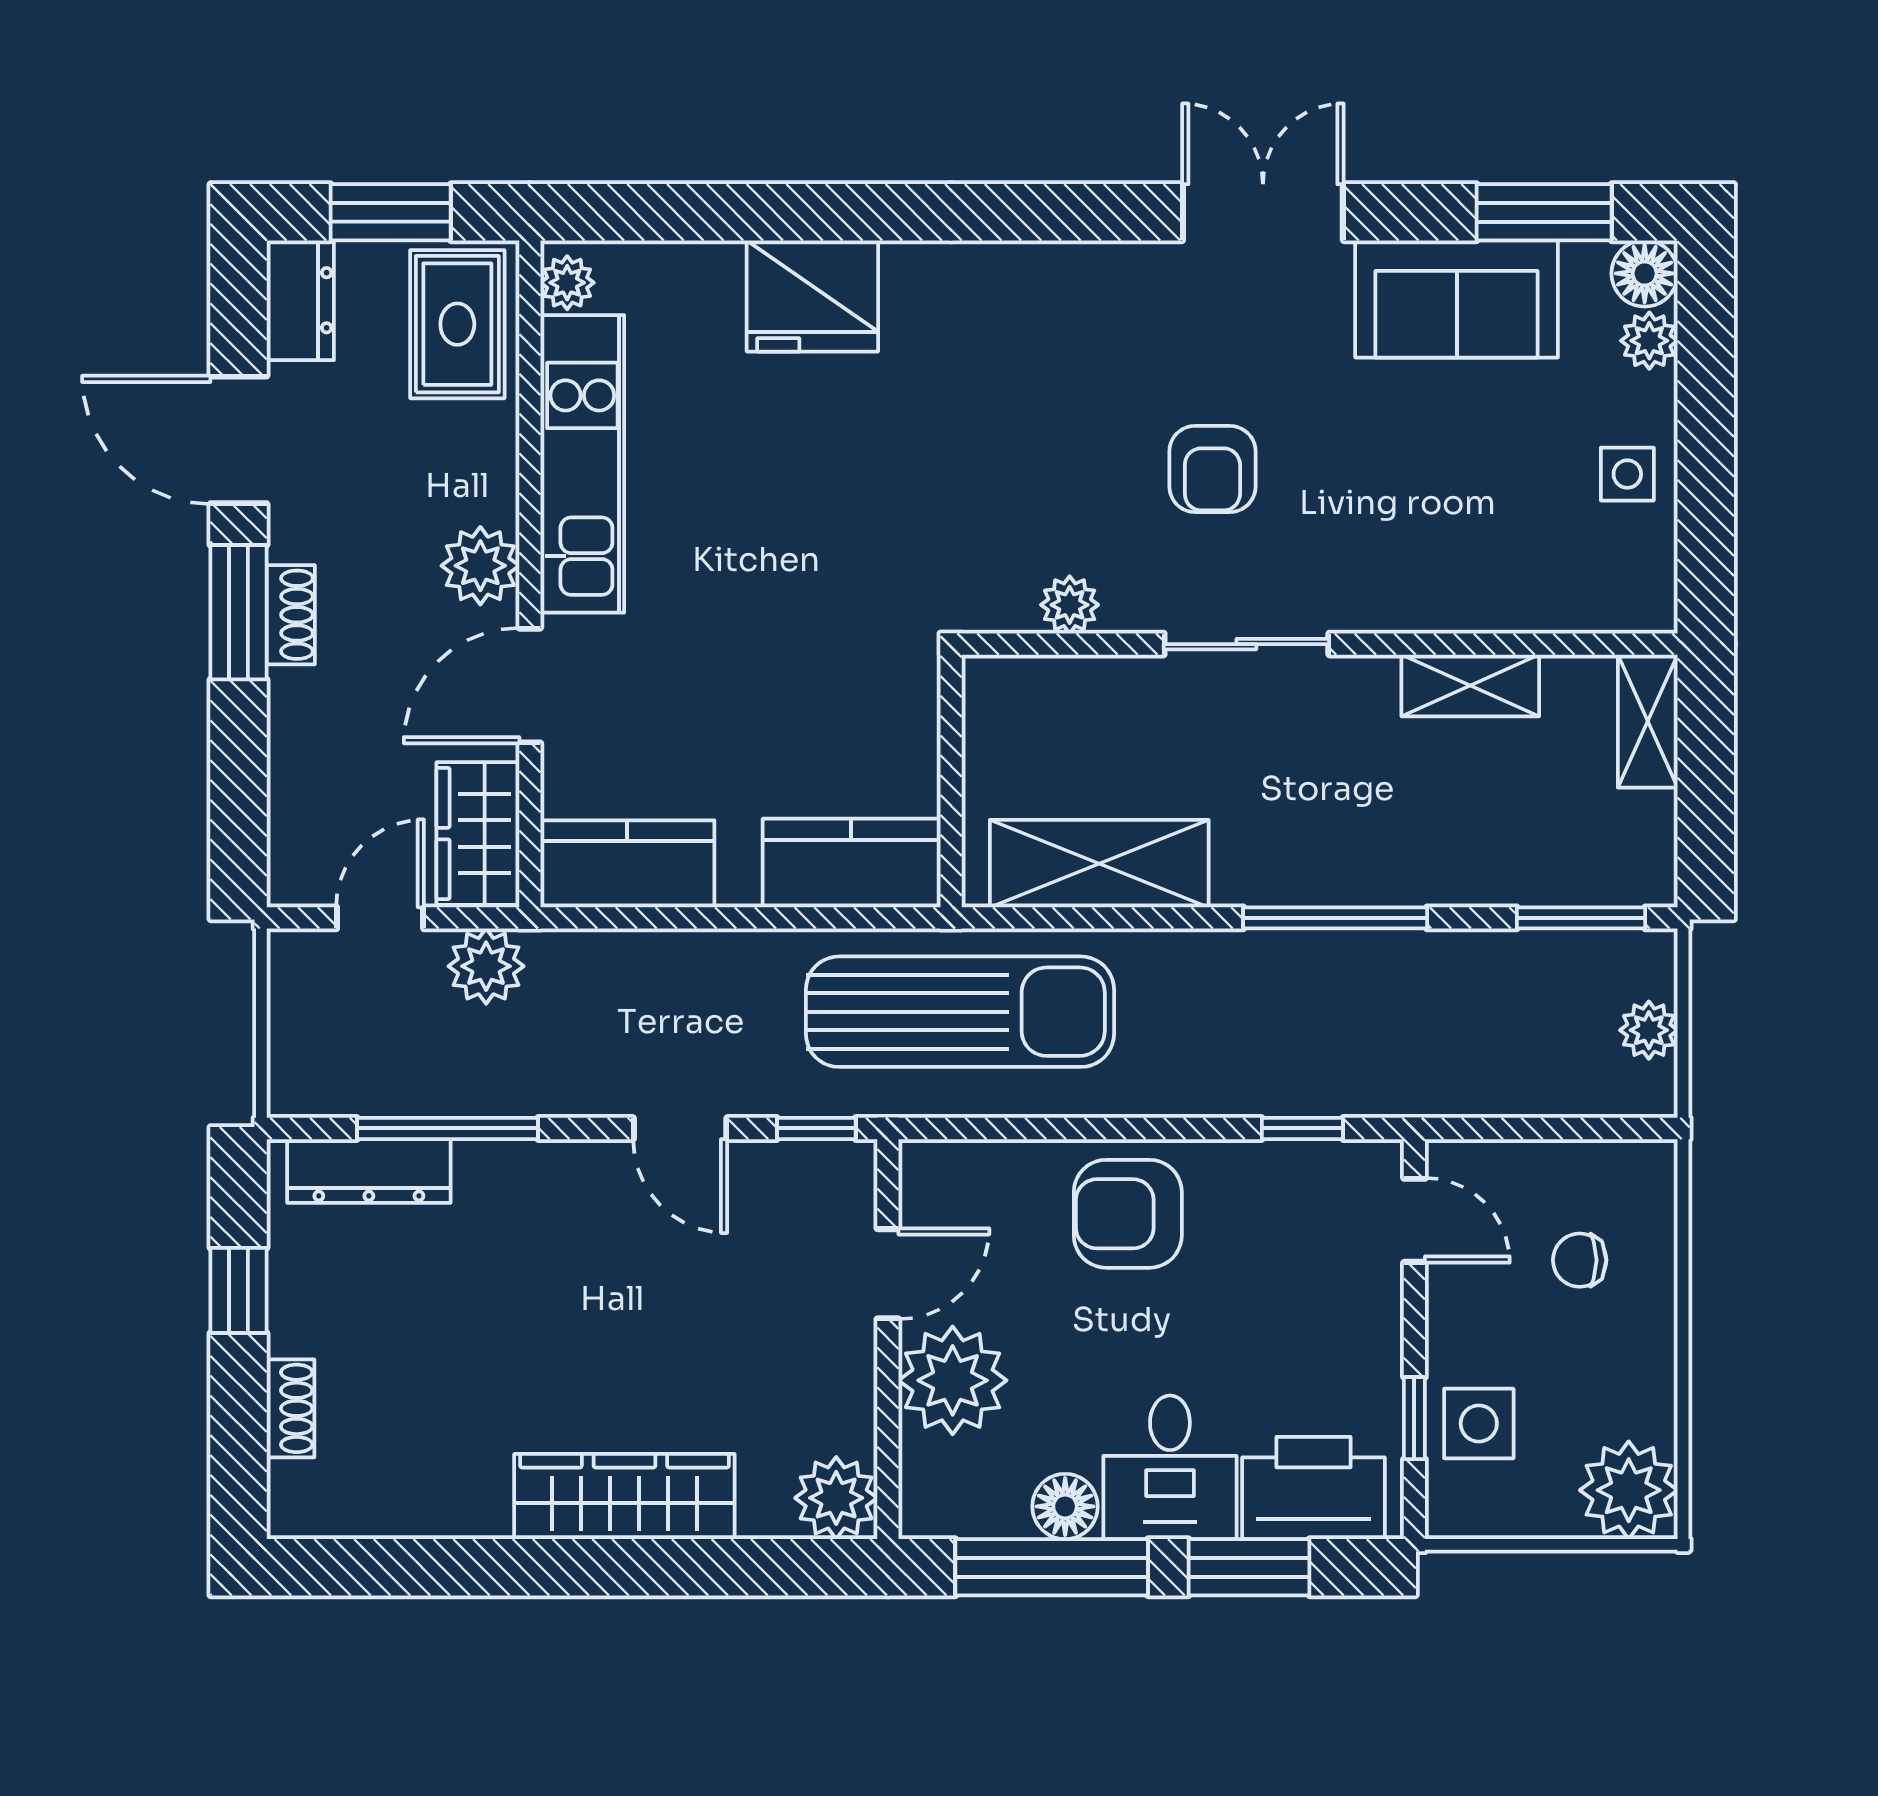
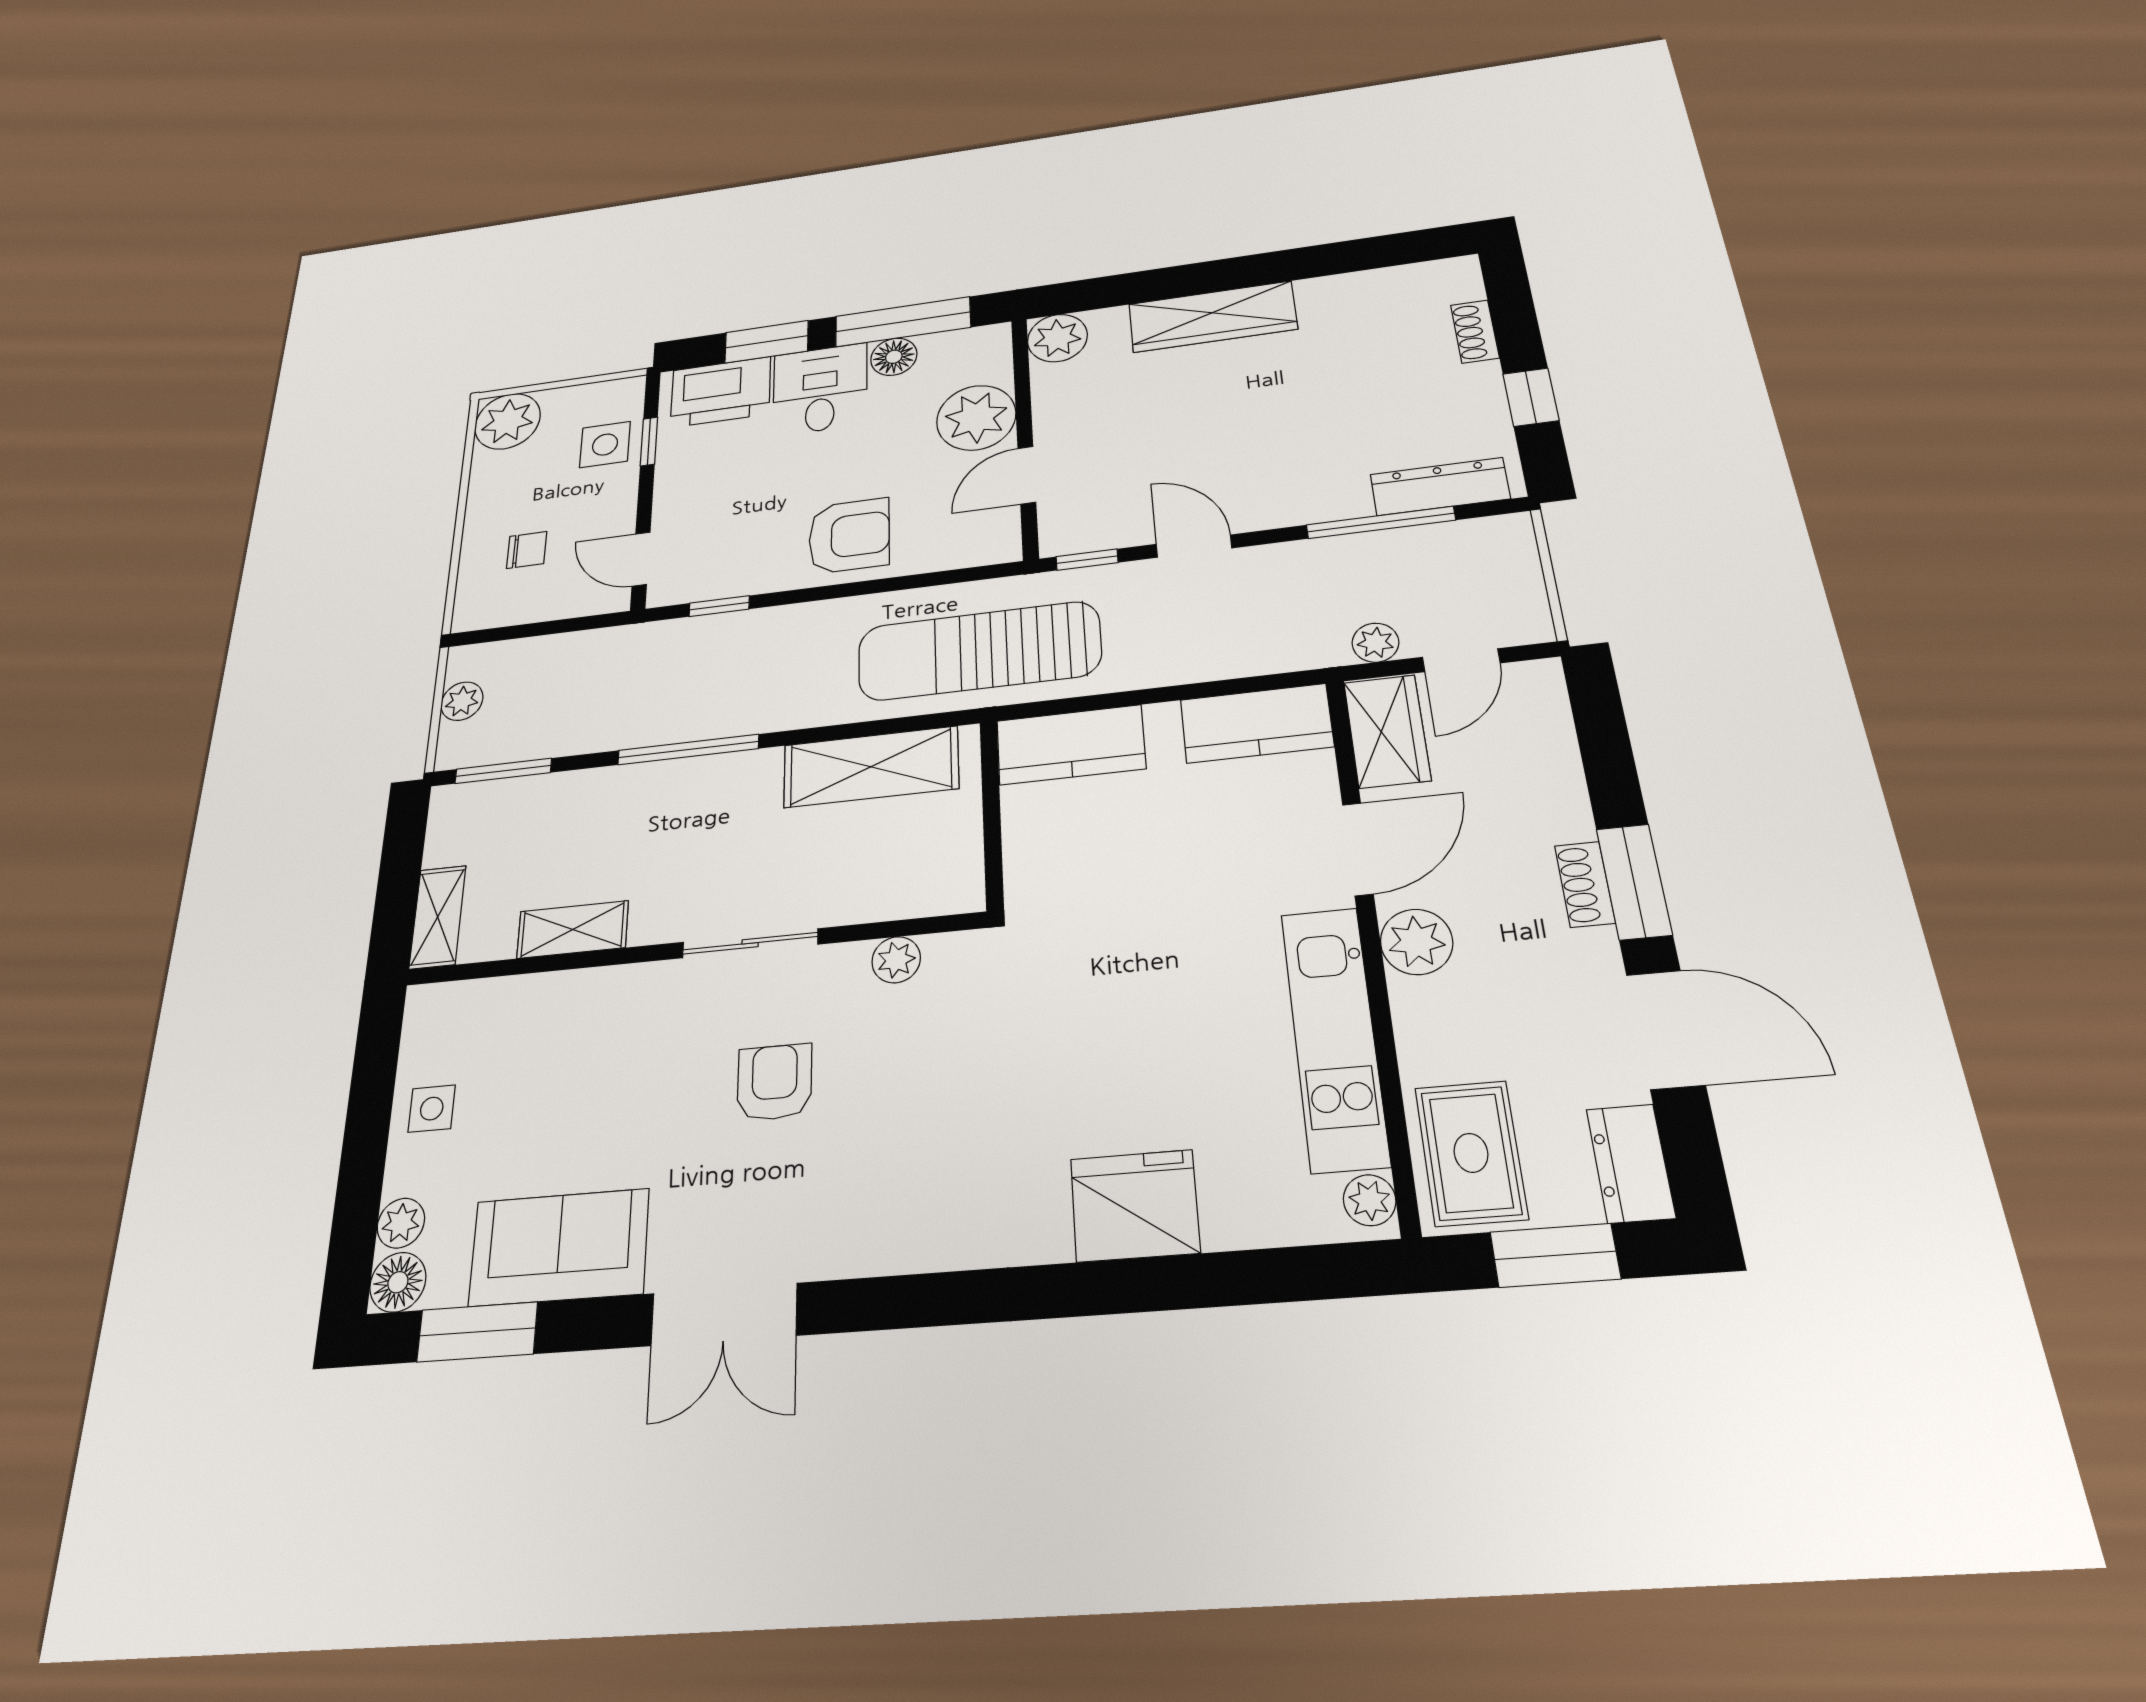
plant: (486, 966) -> (1375, 643), width x0.73, depth x0.73

